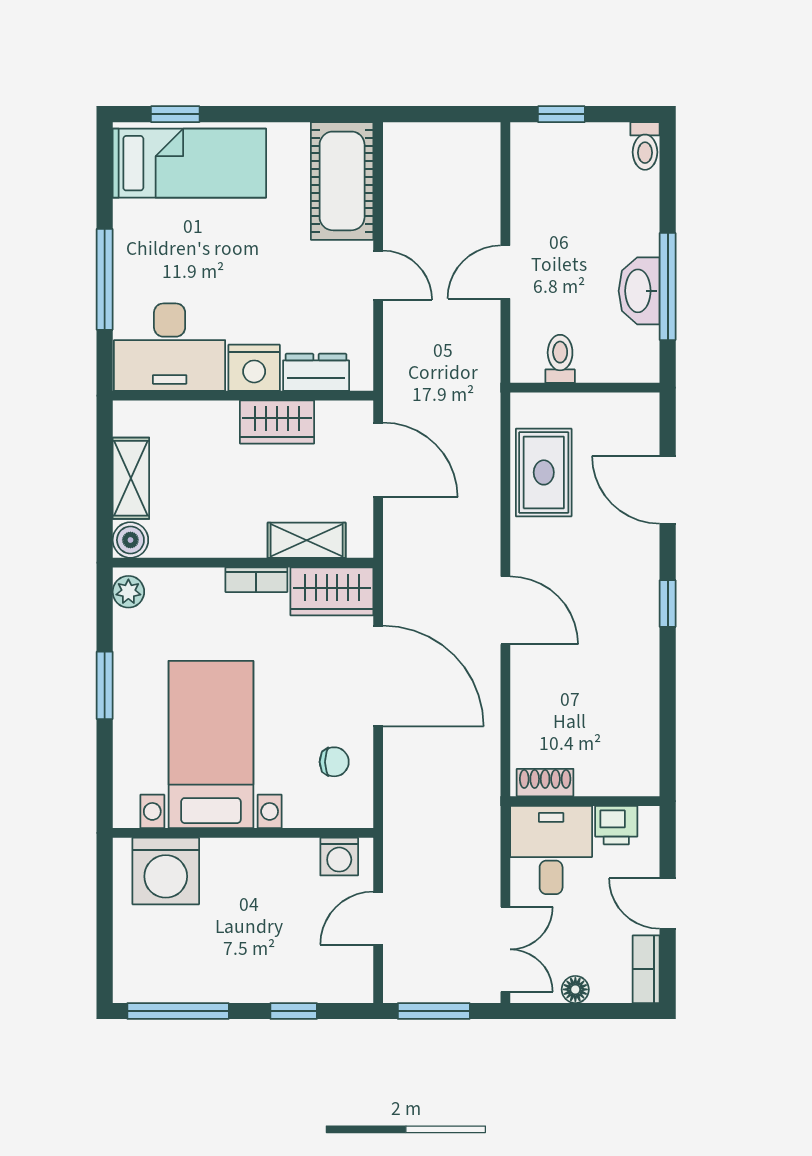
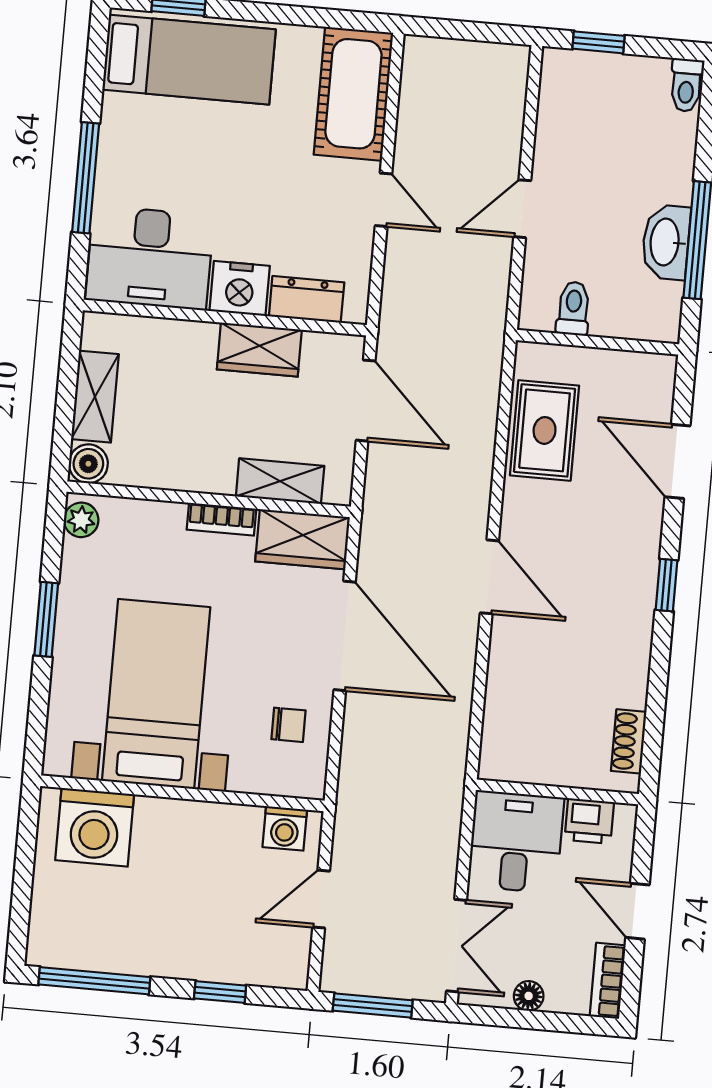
shoe rack: (545, 783) -> (629, 741), moved, turned -90

